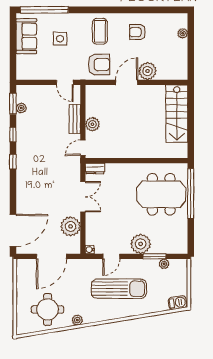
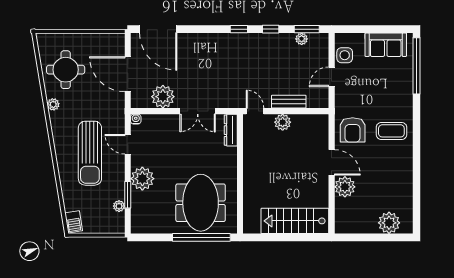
armchair: (137, 32) -> (390, 175), removed
plant: (183, 33) -> (389, 223), width x1.88, depth x1.88
side table: (60, 39) -> (345, 55), moved
door: (65, 82) -> (332, 77), moved
dresser: (95, 168) -> (231, 130), width x1.44

